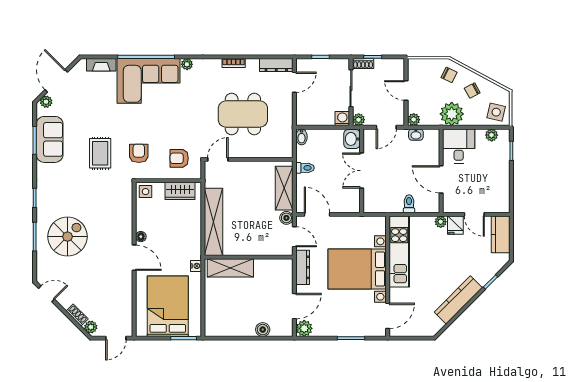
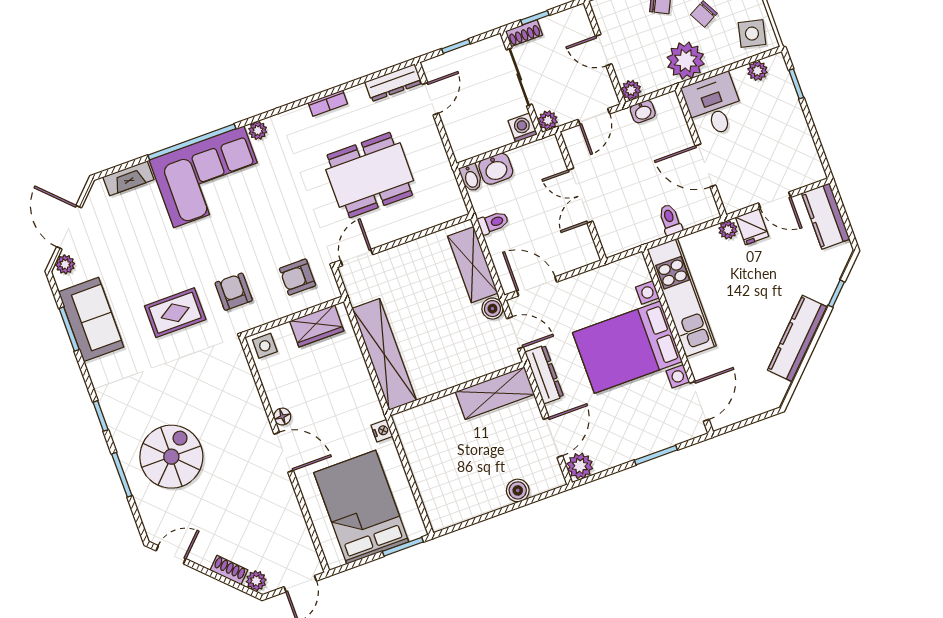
washbasin: (352, 139) -> (496, 169), moved, turned -90
rug: (100, 153) -> (175, 313), turned 90
shelving: (230, 268) -> (495, 393), moved

